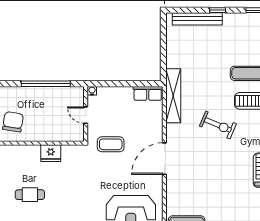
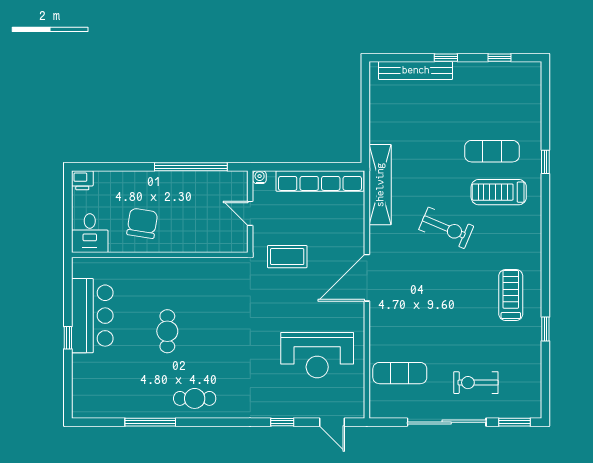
row of seats: (148, 93) -> (320, 181), width x2.02
fridge: (51, 153) -> (198, 270), removed
cafe table: (30, 195) -> (167, 331), turned 90

